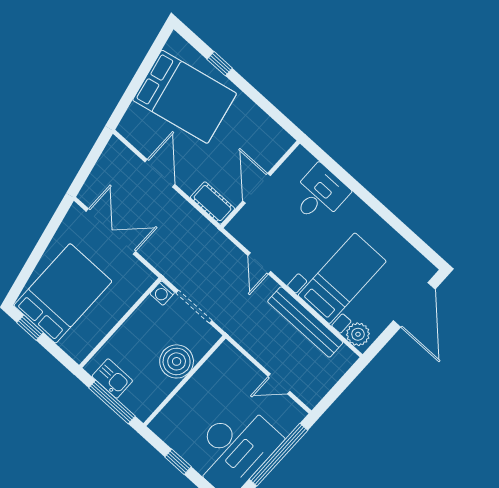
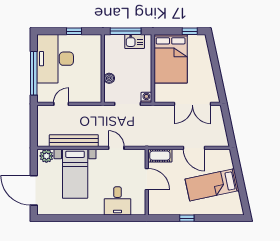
window: (220, 64) -> (187, 218), moved
bed: (185, 97) -> (212, 185), width x0.67
bed: (63, 293) -> (171, 59), moved
boiler: (177, 361) -> (109, 78), width x0.54, depth x0.54

